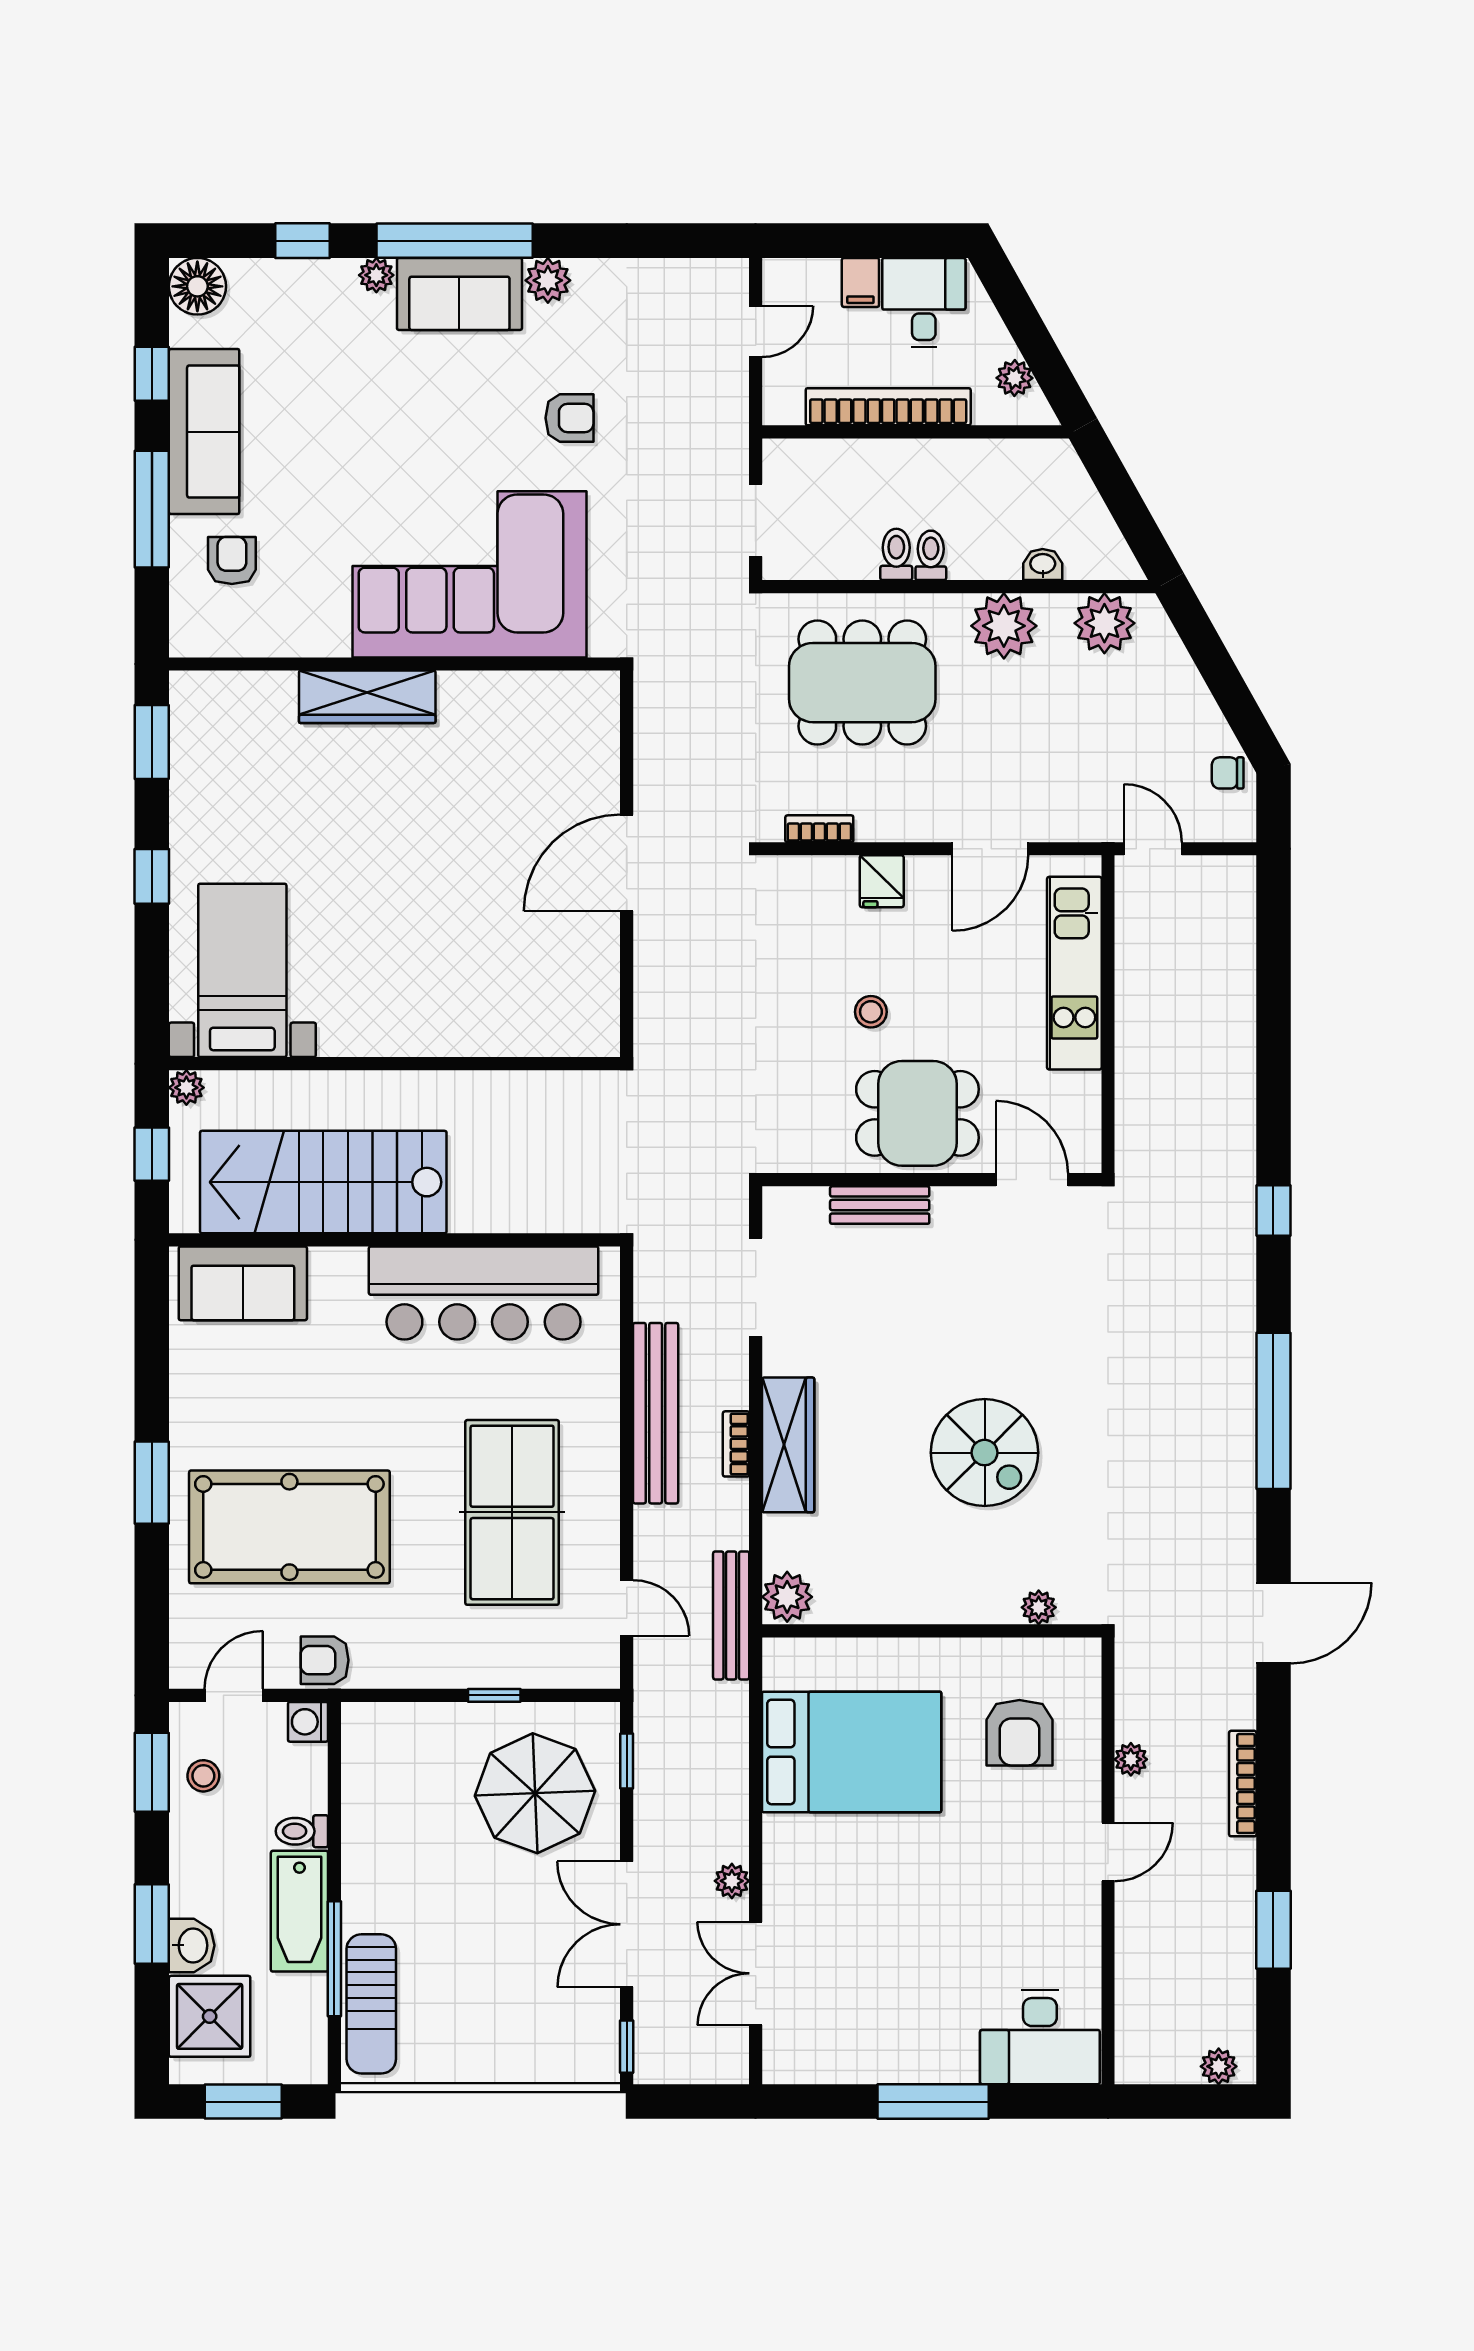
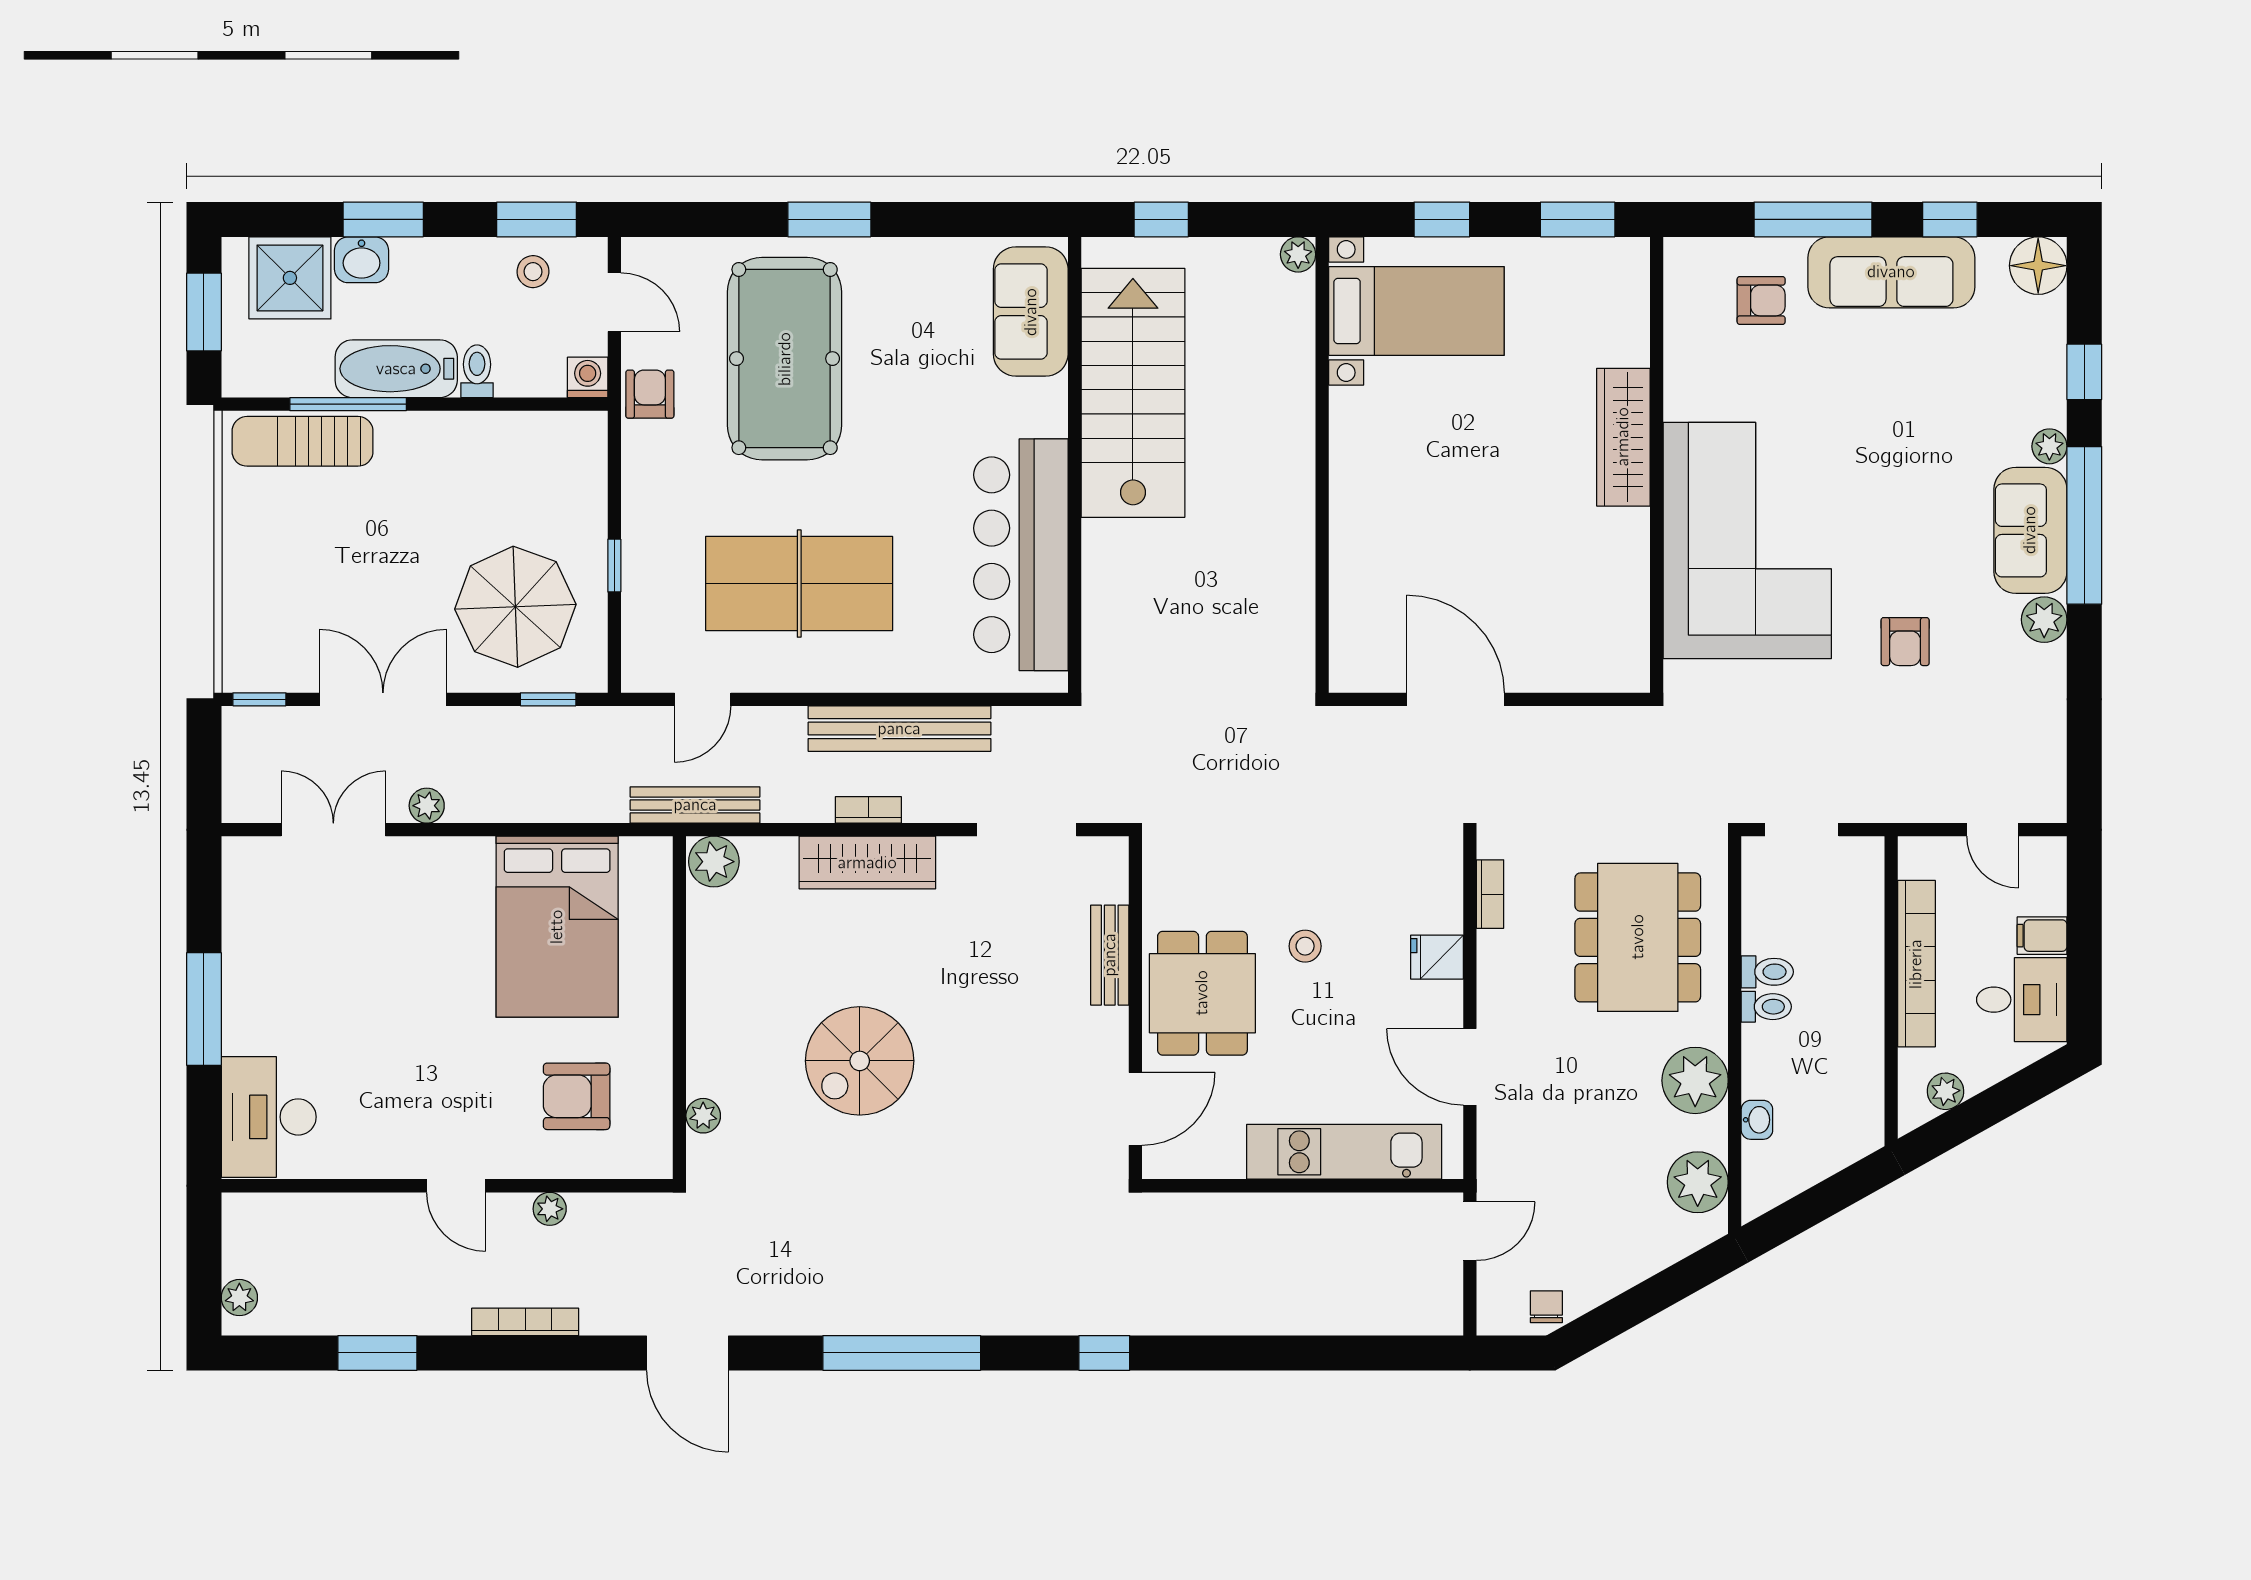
bed with nightstands: (242, 970) -> (1416, 311), moved
wall: (395, 1064) -> (1322, 465), moved
plant: (186, 1088) -> (1298, 254), moved

